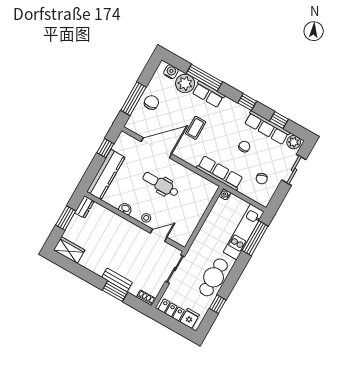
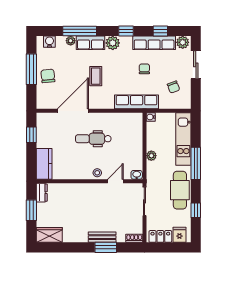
plant: (185, 83) -> (71, 41), width x0.53, depth x0.53
window: (133, 99) -> (31, 69), moved
plant: (229, 106) -> (113, 43), added
kitchen counter: (106, 175) -> (44, 164), width x0.67
washbasin: (125, 209) -> (137, 175), moved
plant: (205, 231) -> (151, 156), added
window: (255, 238) -> (196, 163), moved

